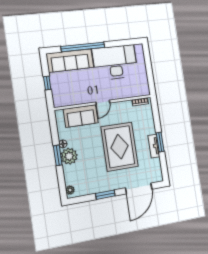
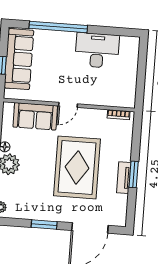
sofa: (70, 61) -> (19, 59), moved, turned -90
desk: (115, 62) -> (97, 50), width x0.73, depth x0.77

